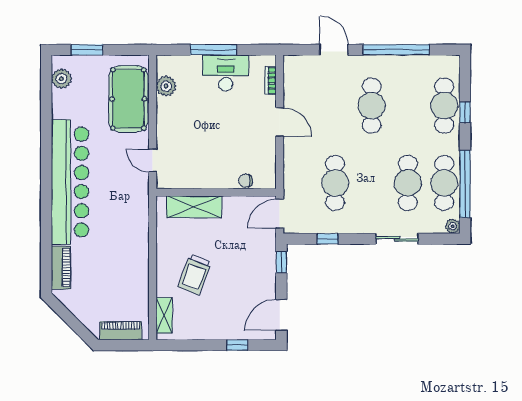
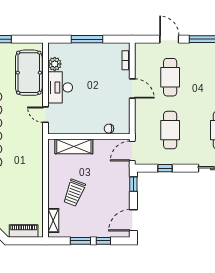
desk: (226, 73) -> (60, 87), moved, turned -90
cafe table: (371, 106) -> (170, 77), moved
window: (204, 345) -> (80, 241), added

